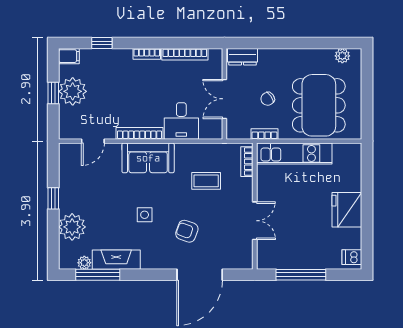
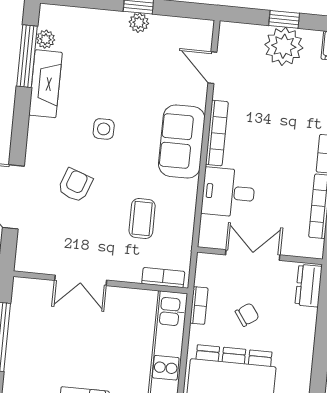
chair: (268, 99) -> (247, 315), turned 89
plant: (72, 227) -> (139, 23), moved, width x0.53, depth x0.53

